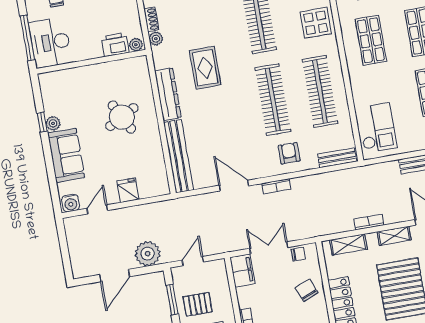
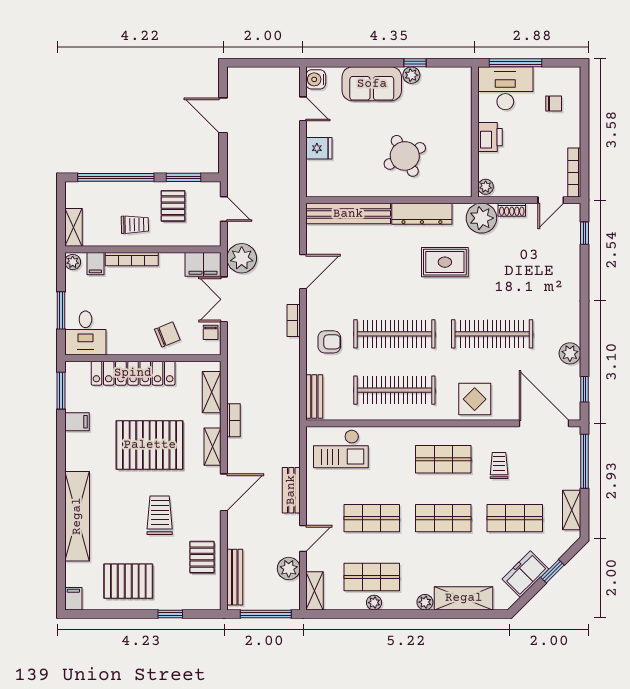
plant: (156, 39) -> (481, 218), width x1.87, depth x1.87
printer: (115, 45) -> (490, 137), moved
double door: (269, 248) -> (224, 299), swing flipped
plant: (148, 254) -> (242, 258), moved

